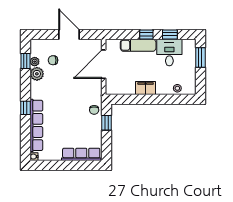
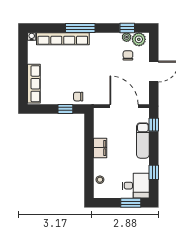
window: (146, 34) -> (154, 125), moved
desk: (169, 53) -> (136, 186), moved
plant: (37, 74) -> (139, 39), moved
window: (25, 108) -> (80, 28), width x2.17

